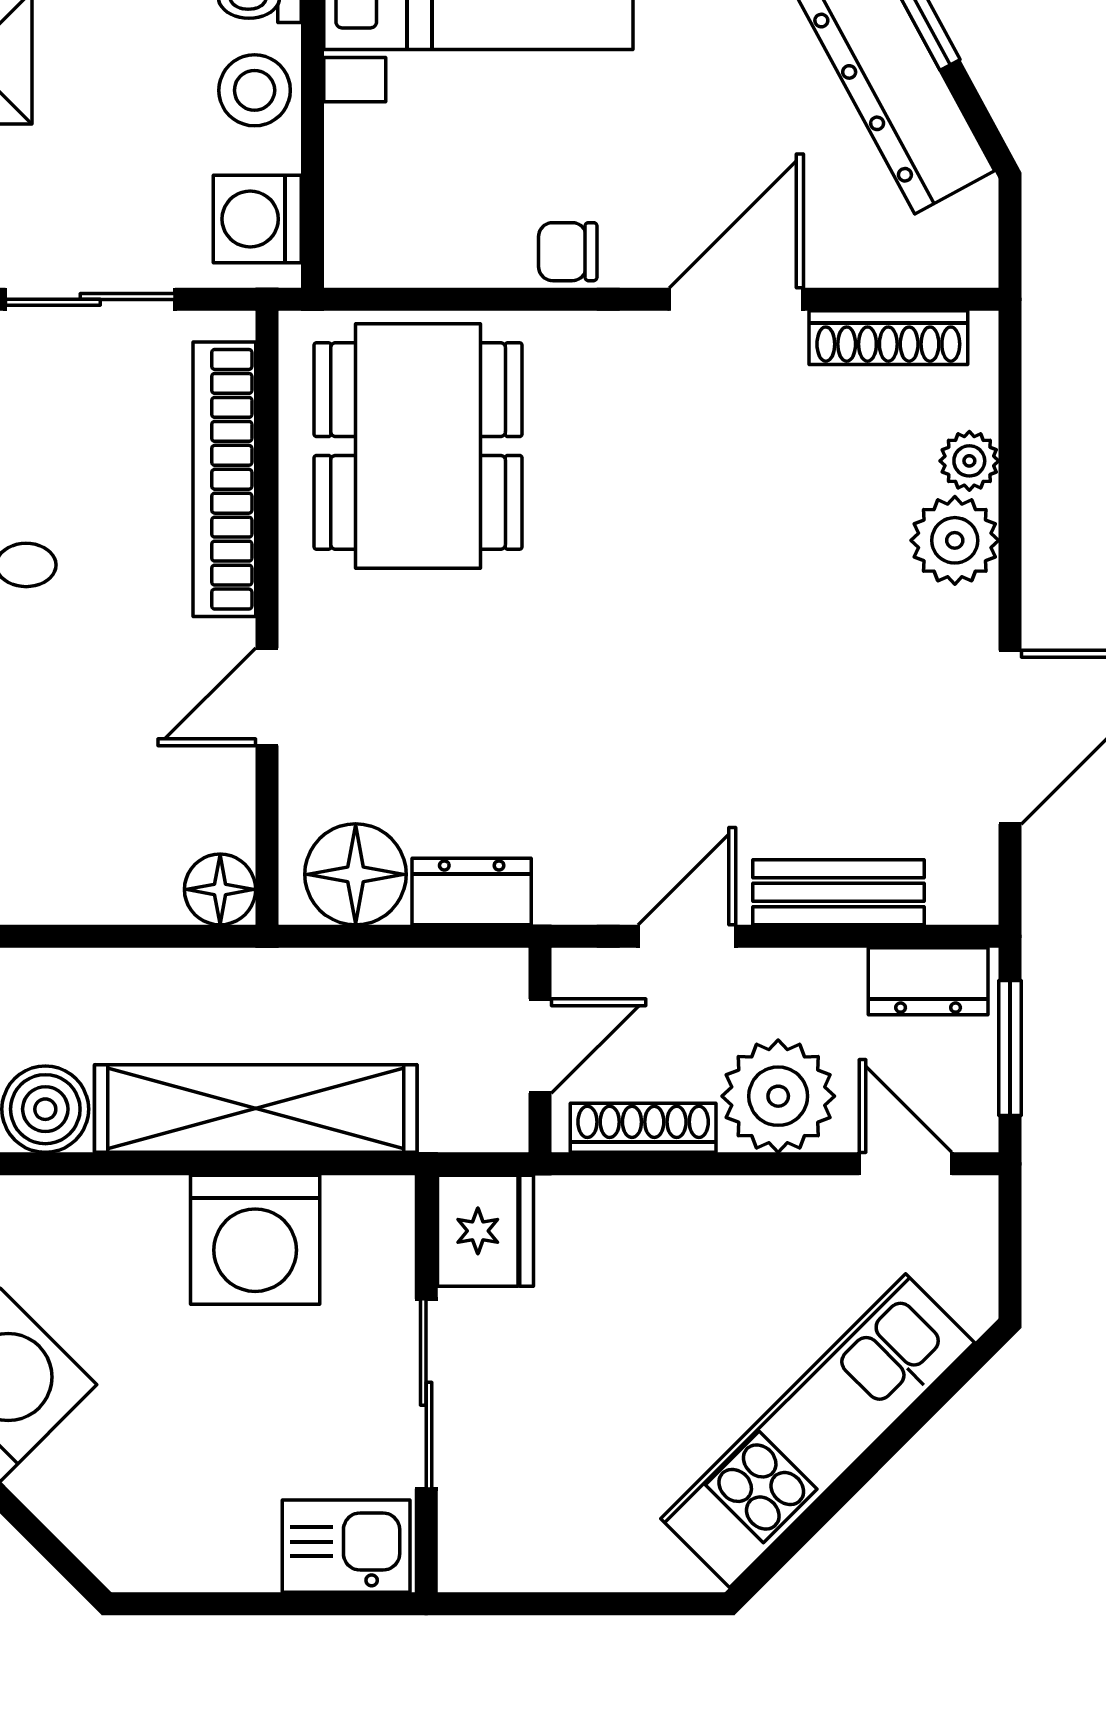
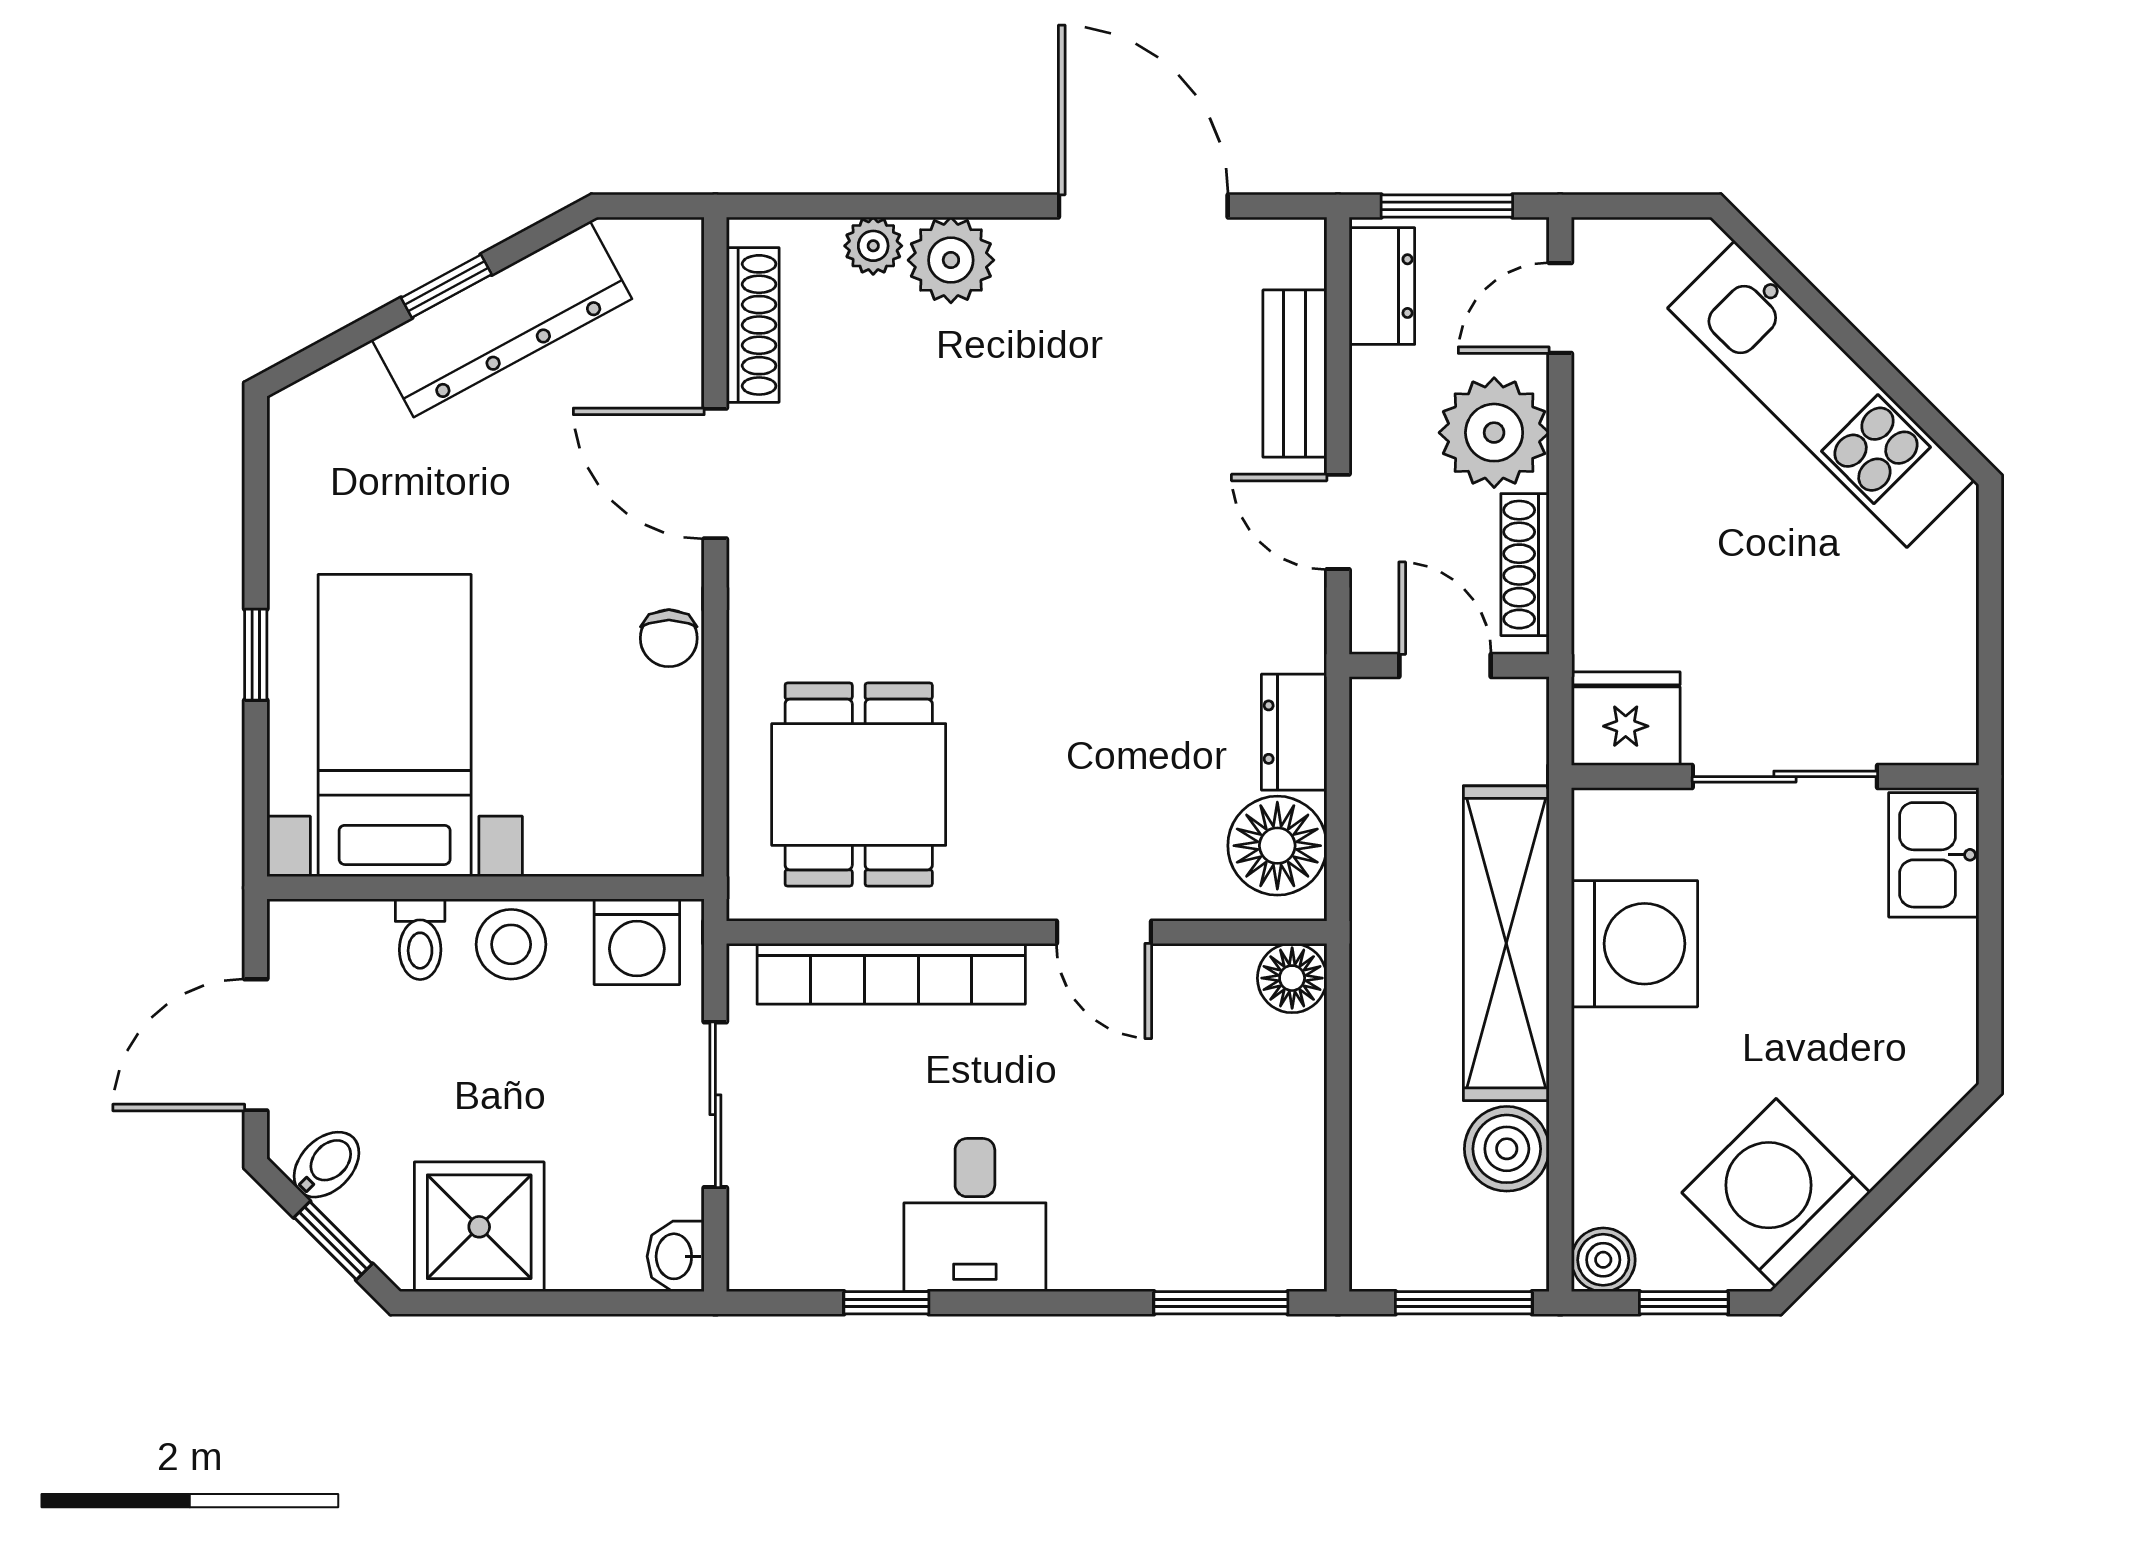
dining table: (418, 446) -> (859, 785), width x0.73

